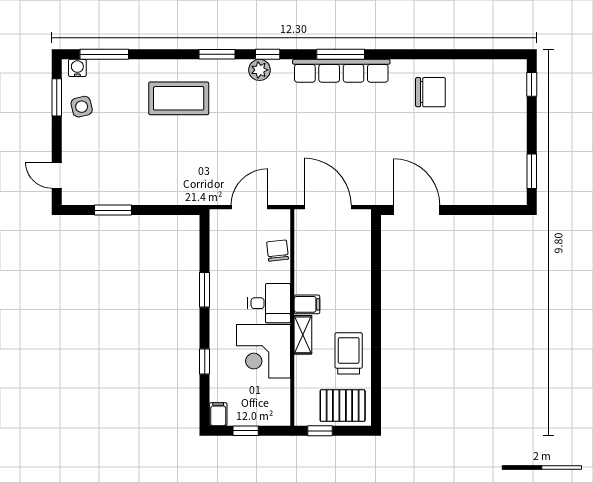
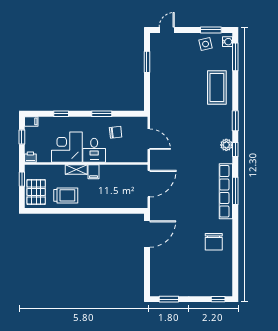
coffee table: (179, 98) -> (217, 88), moved
chair: (278, 251) -> (116, 132), moved
printer: (281, 416) -> (30, 157), added

